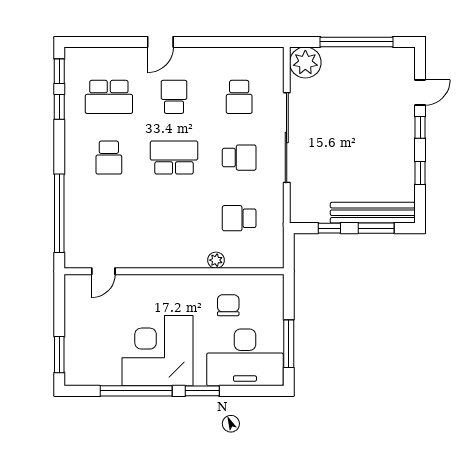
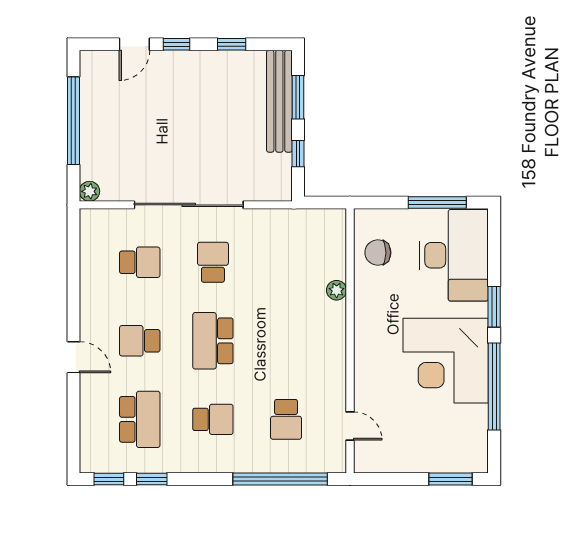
plant: (305, 62) -> (89, 191), width x0.53, depth x0.53
door: (420, 92) -> (134, 44), swing flipped
school desk: (239, 218) -> (286, 419), moved
chair: (228, 305) -> (378, 253), moved

